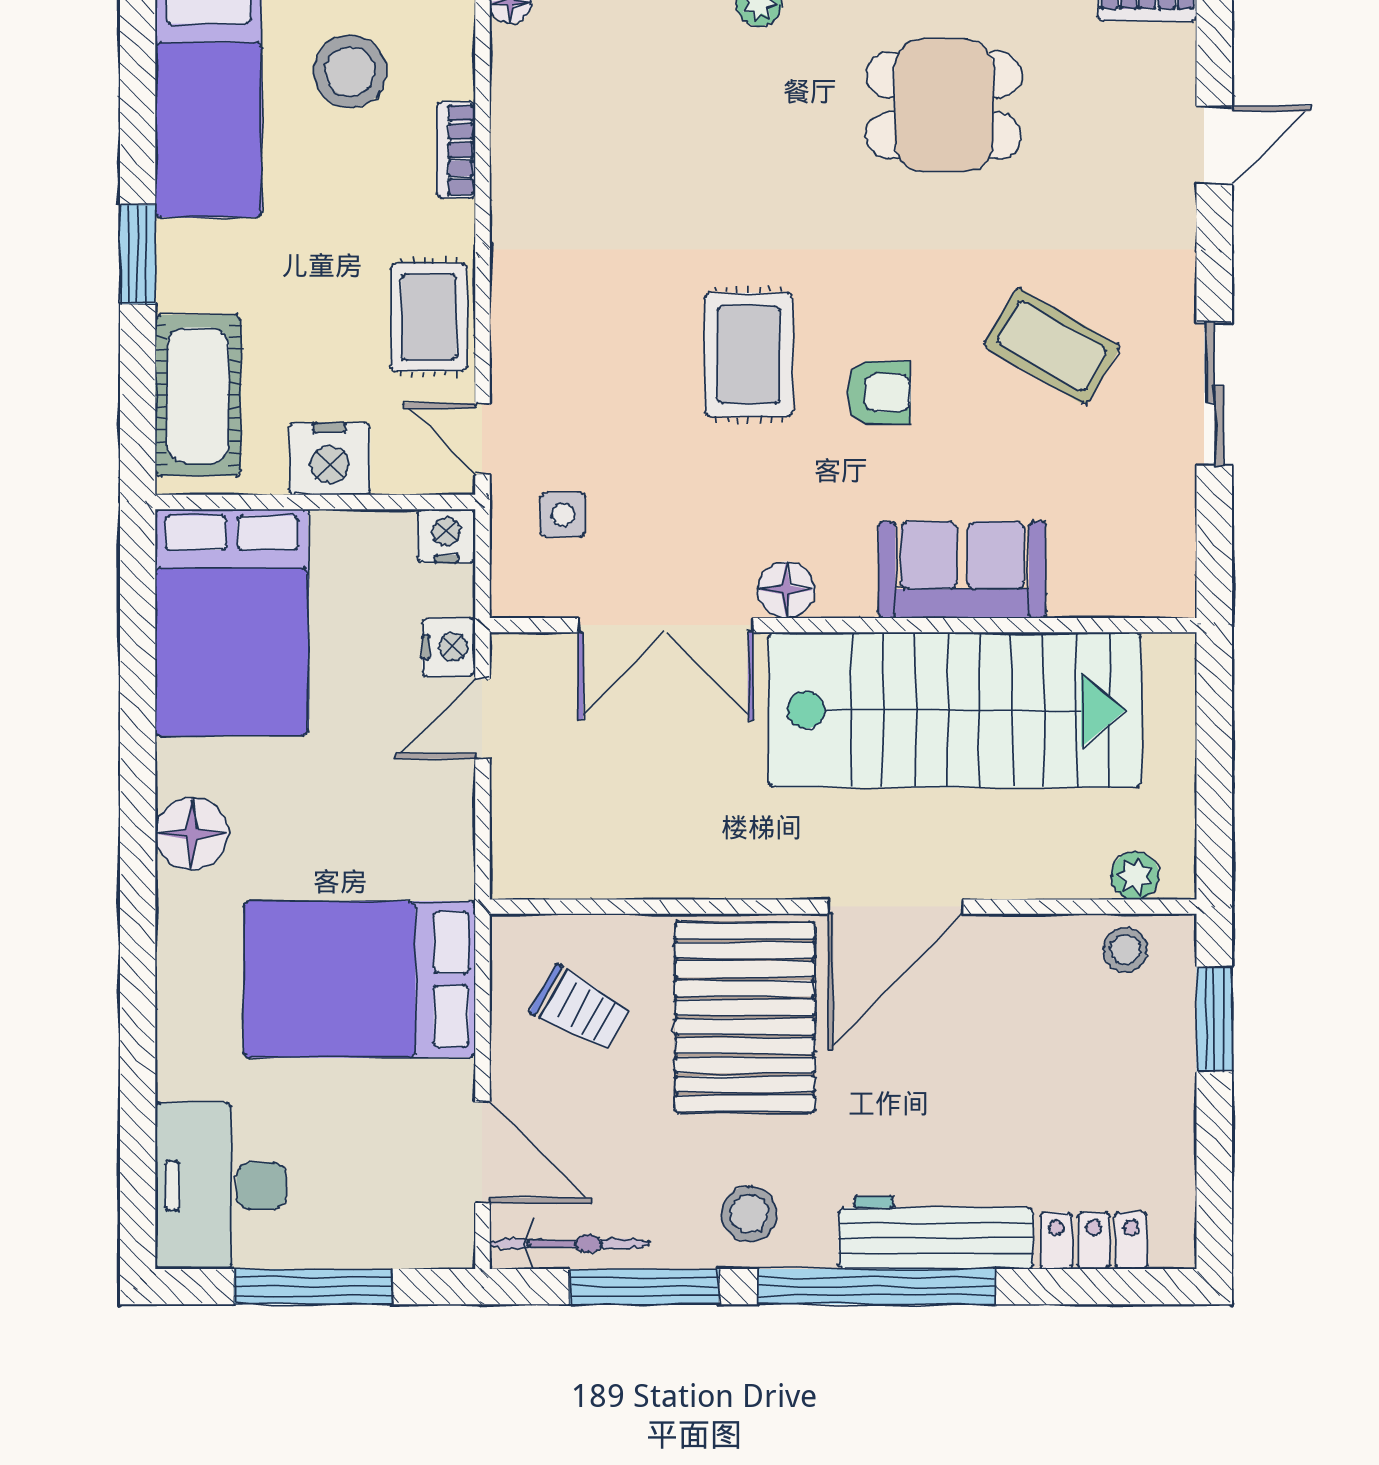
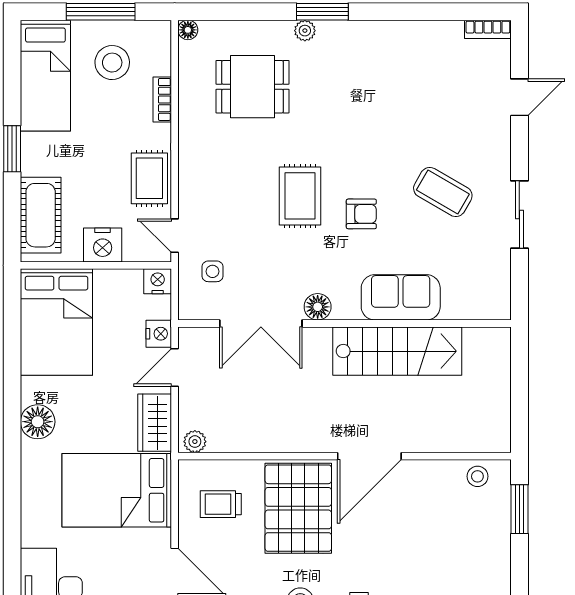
dining table: (944, 105) -> (253, 87), moved
stairs: (955, 710) -> (397, 351), width x0.73, depth x0.66
wardrobe: (440, 835) -> (155, 423), added
plant: (1135, 876) -> (195, 442), moved
trolley: (580, 1009) -> (221, 504), turned 151

